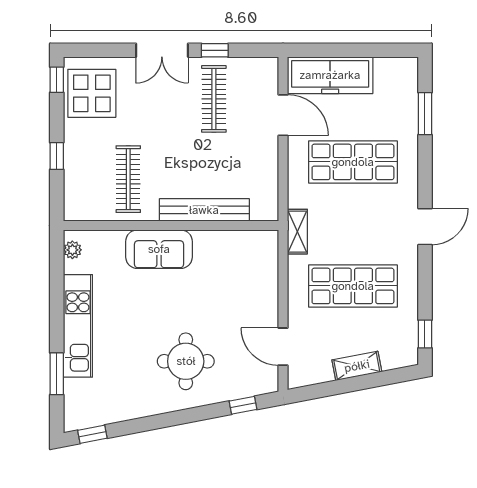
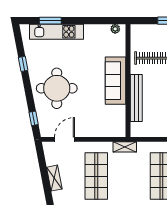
sofa: (159, 249) -> (116, 81), width x1.36
kitchen unit: (78, 326) -> (56, 32), moved
round table: (186, 361) -> (57, 88), width x1.36, depth x1.36
window: (92, 434) -> (23, 64), moved

